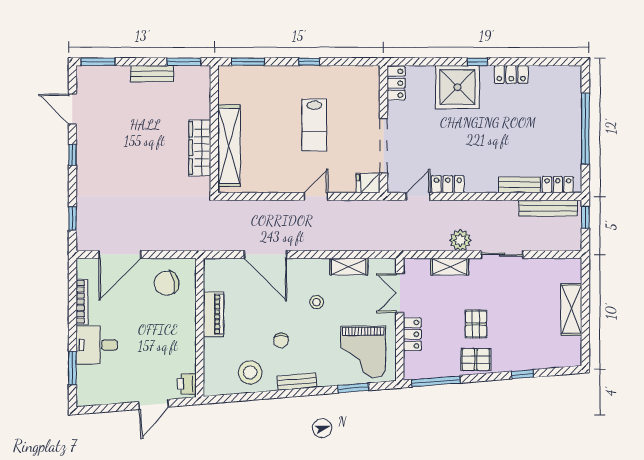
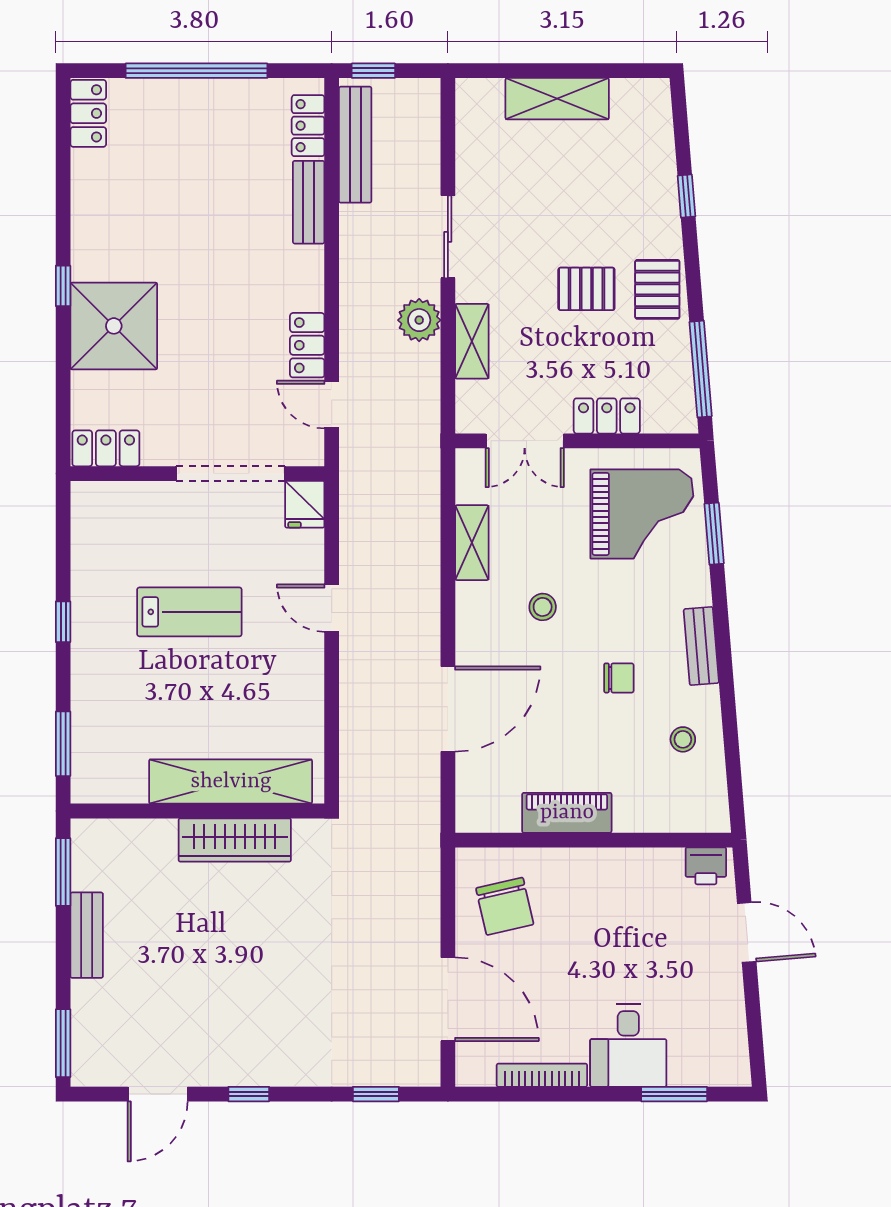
locker: (511, 74) -> (88, 113), moved
stool: (250, 372) -> (683, 739), width x0.53, depth x0.53

